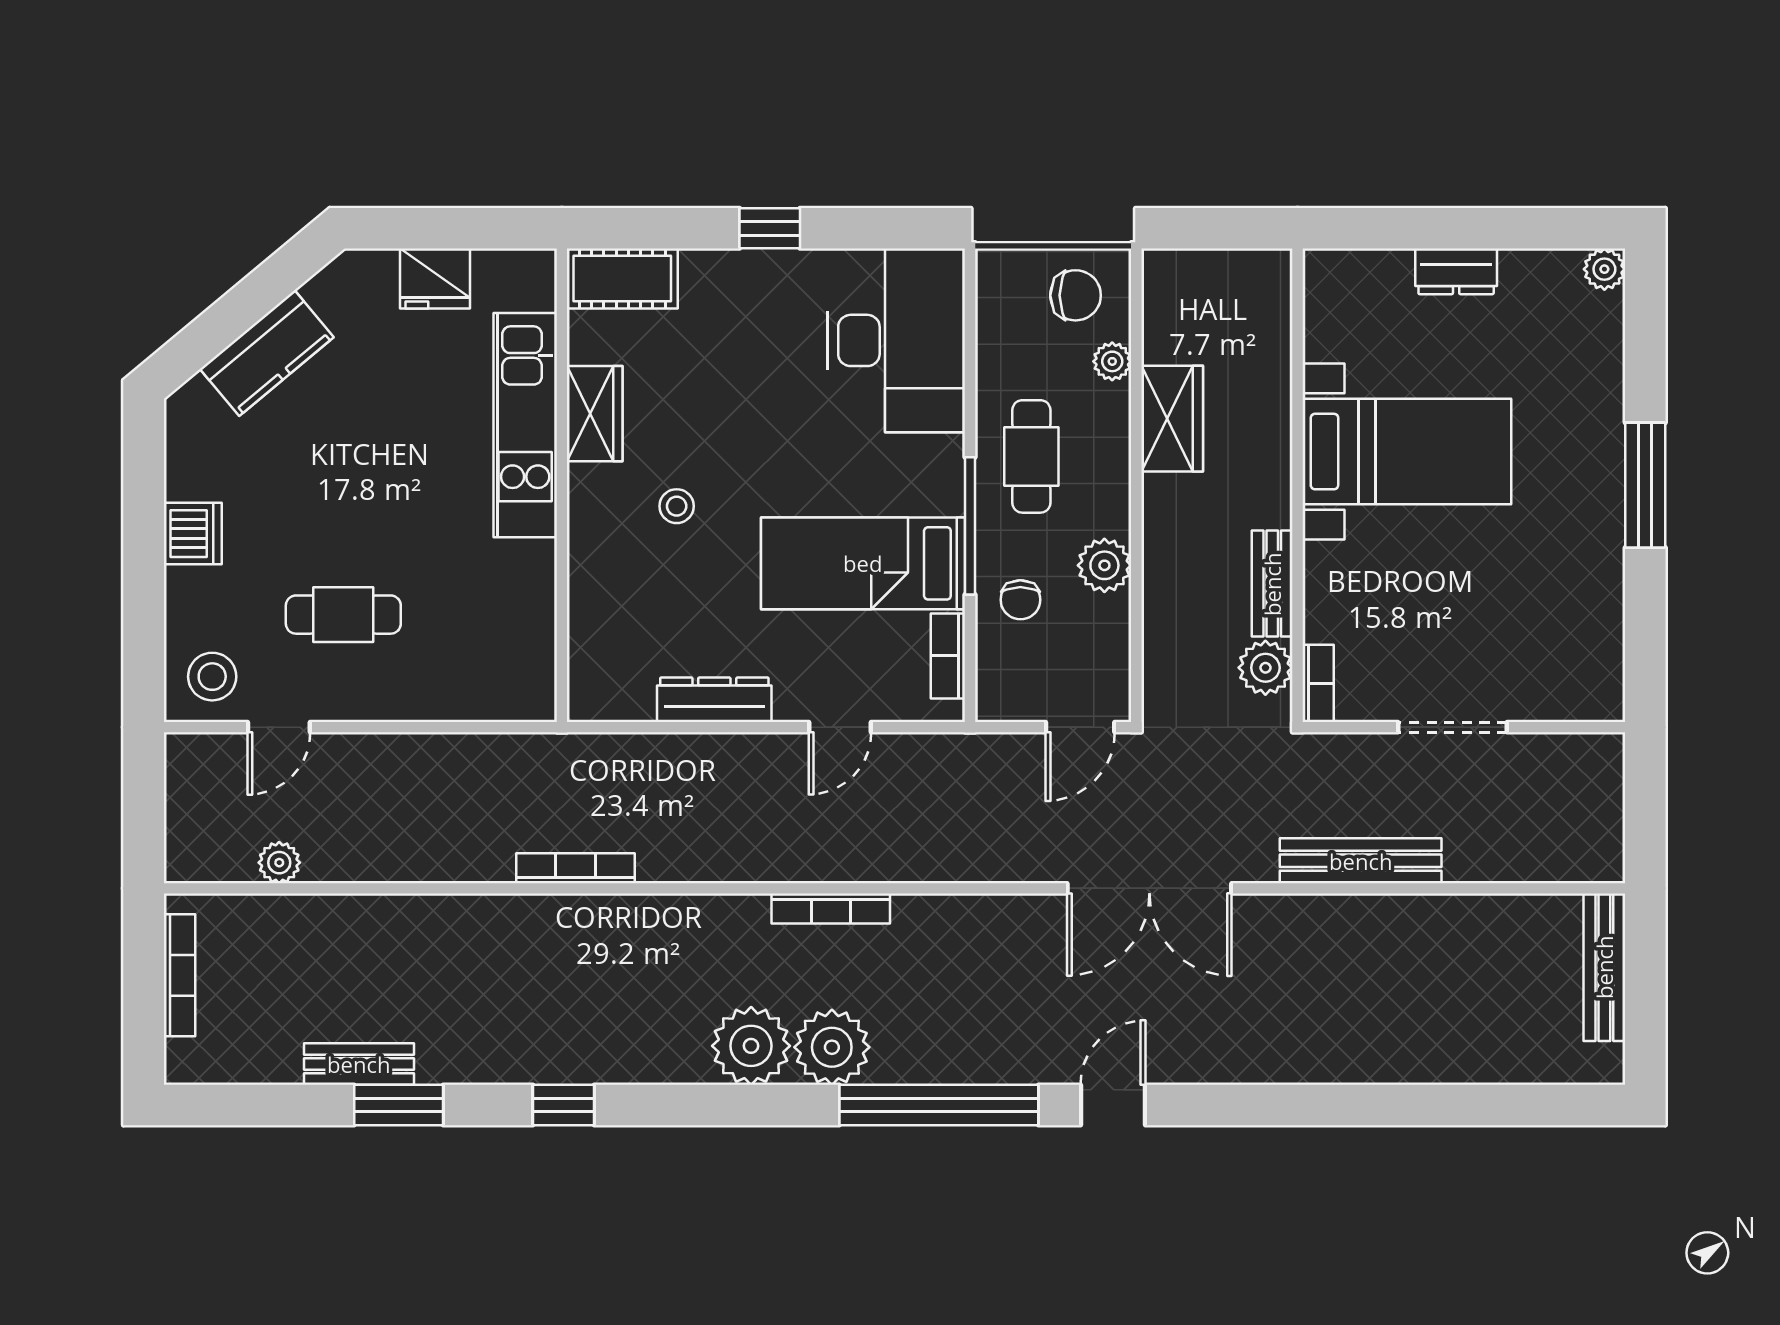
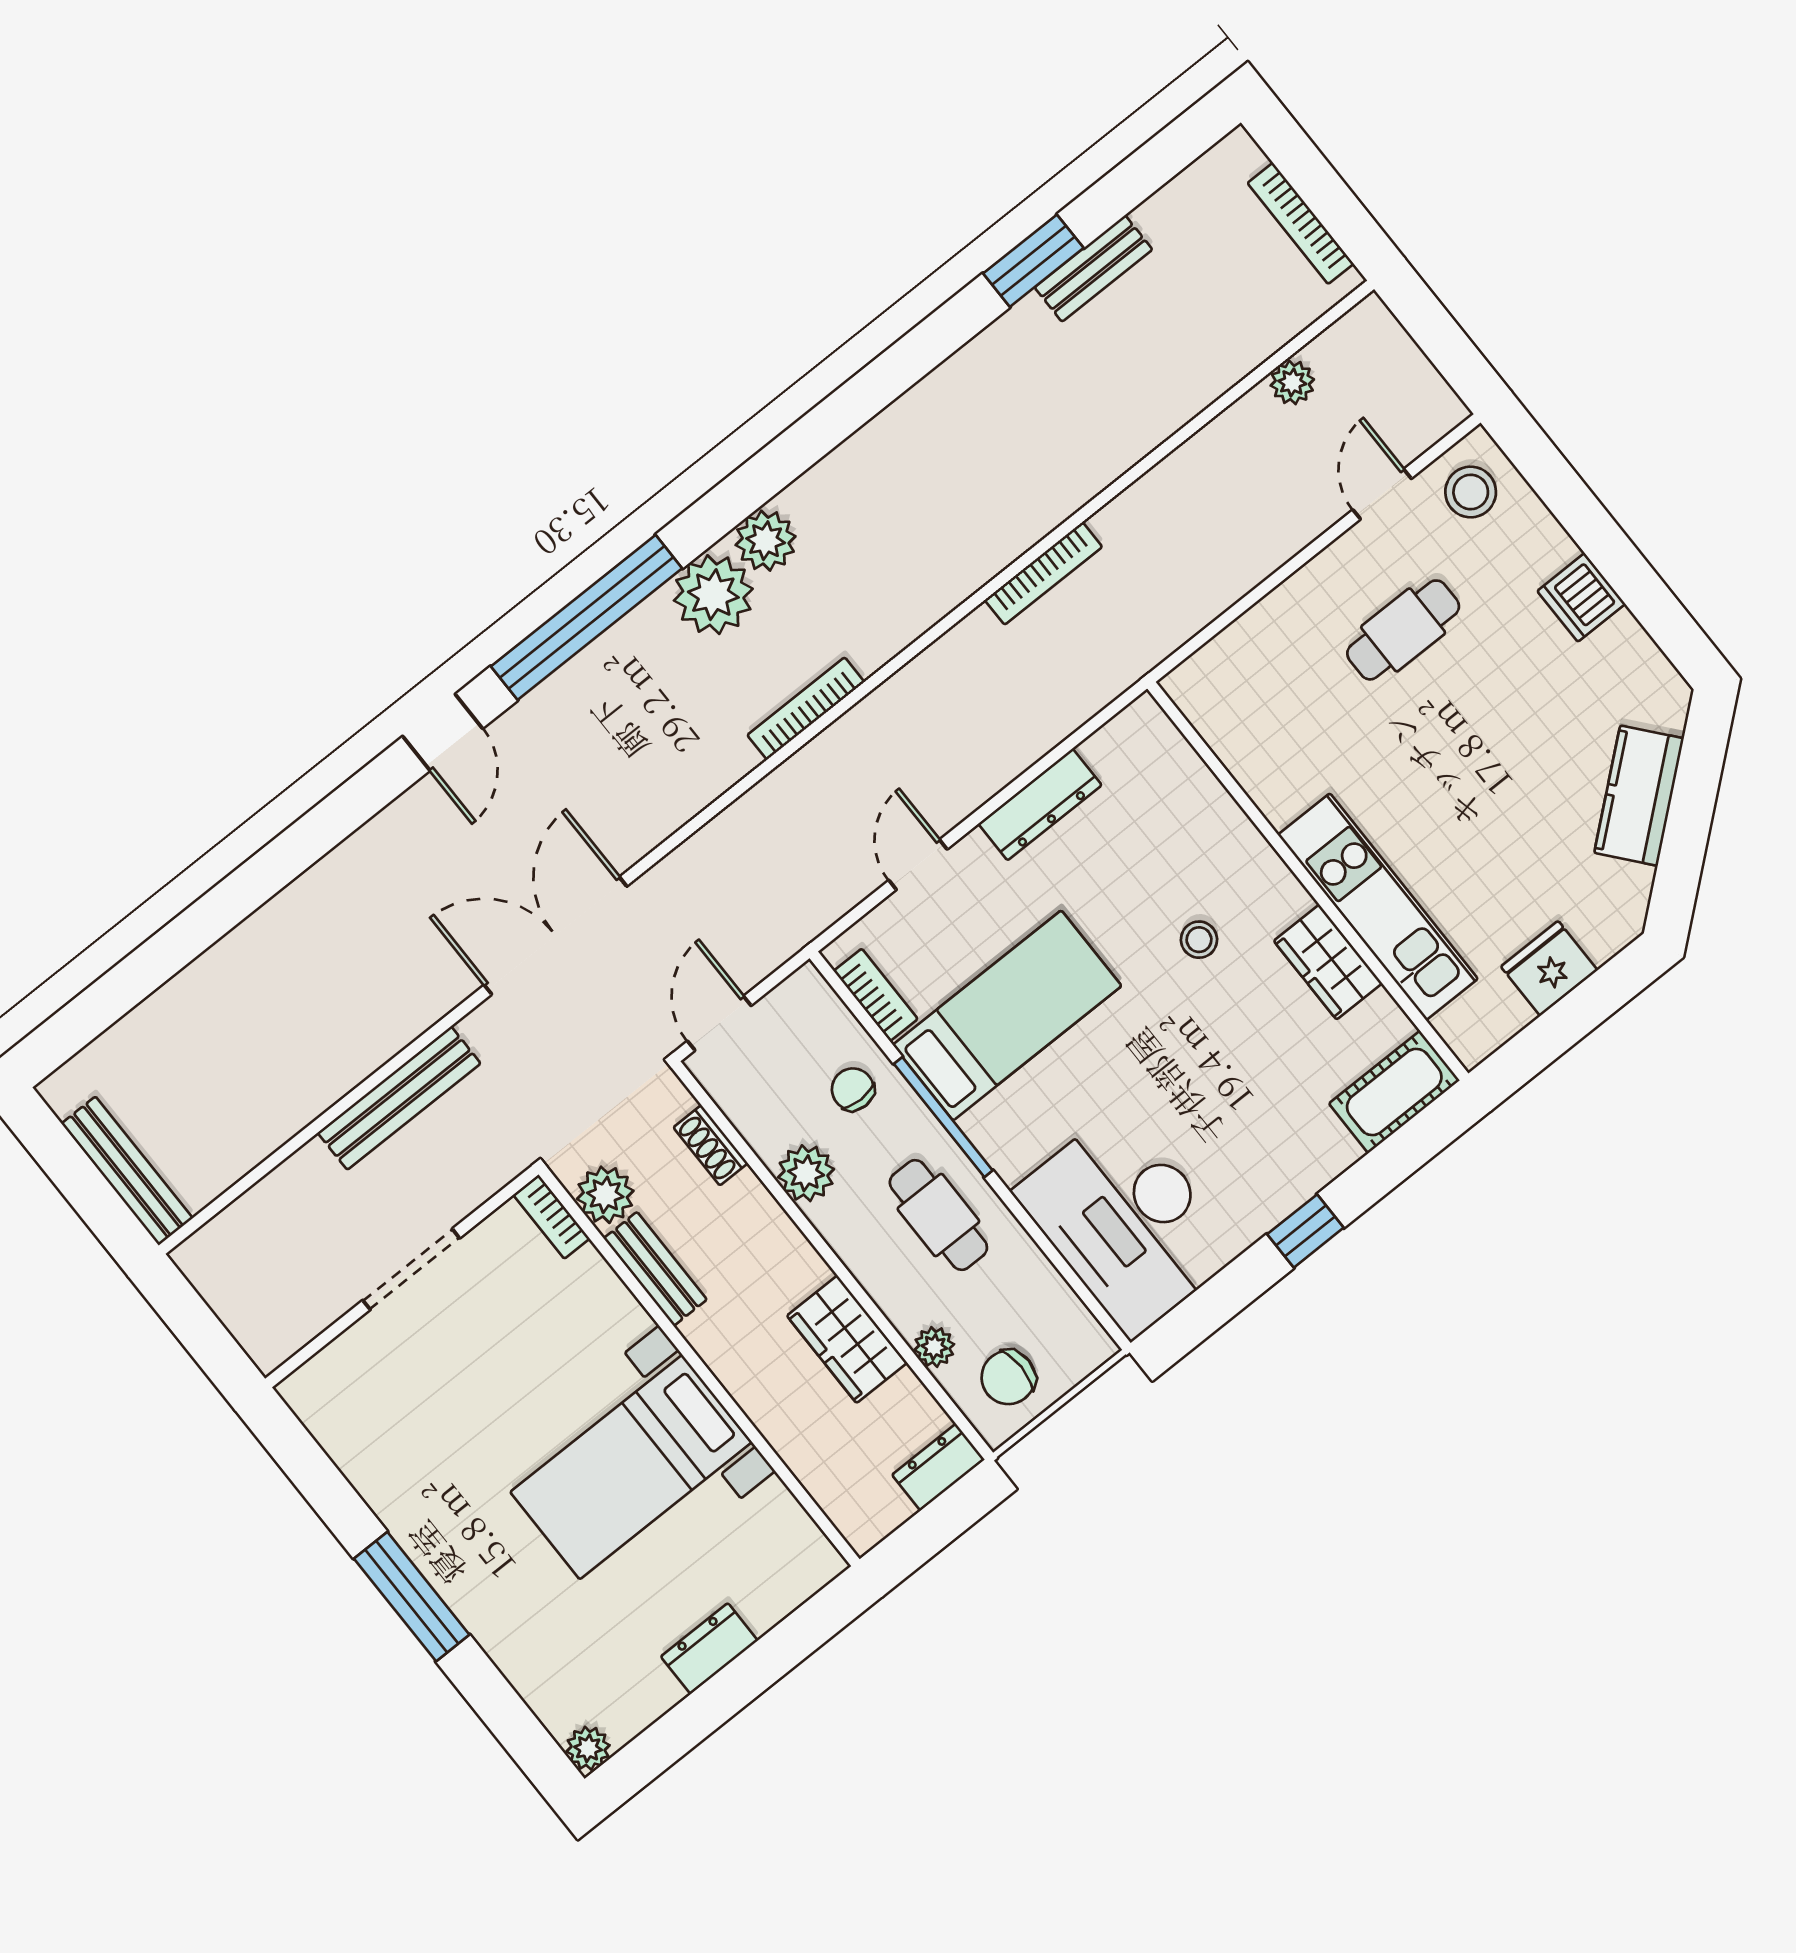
dresser: (1180, 270) -> (938, 1467), added
shoe rack: (1158, 642) -> (711, 1145), added
plant: (751, 1046) -> (766, 541), width x0.73, depth x0.73
window: (563, 1105) -> (897, 370), removed

